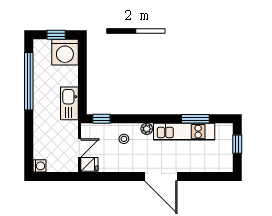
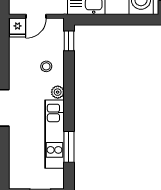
door: (79, 148) -> (36, 16), hinge flipped

